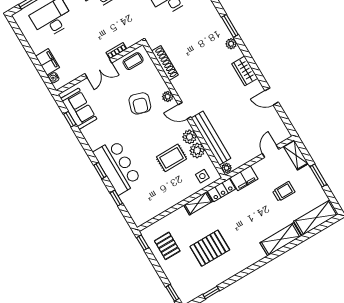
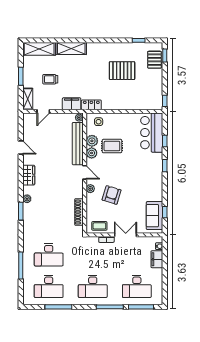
bar counter: (117, 167) -> (152, 133), moved
shelving: (198, 203) -> (112, 105), removed
pallet: (167, 246) -> (154, 60), moved

